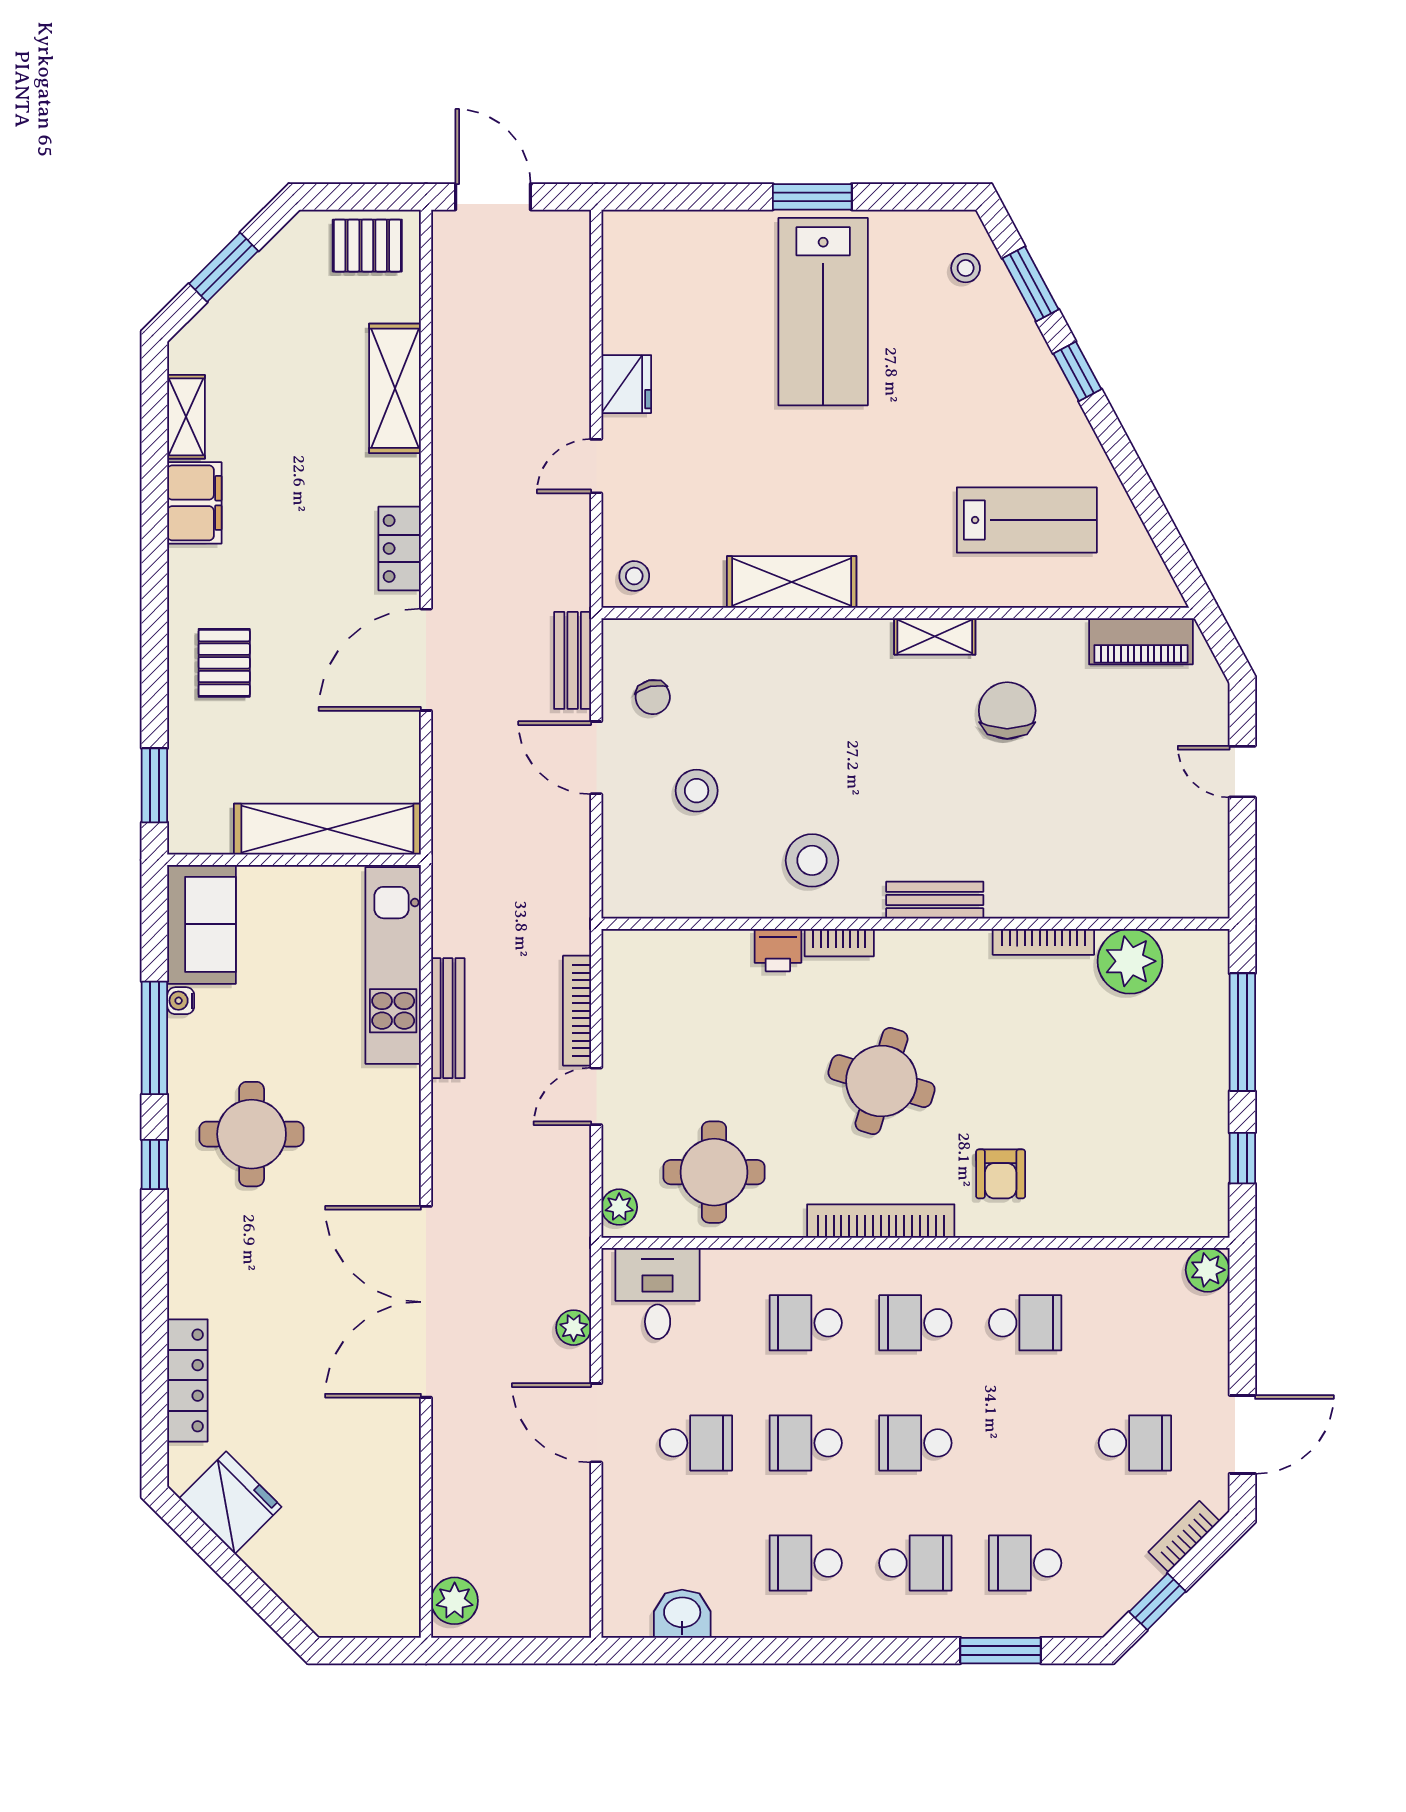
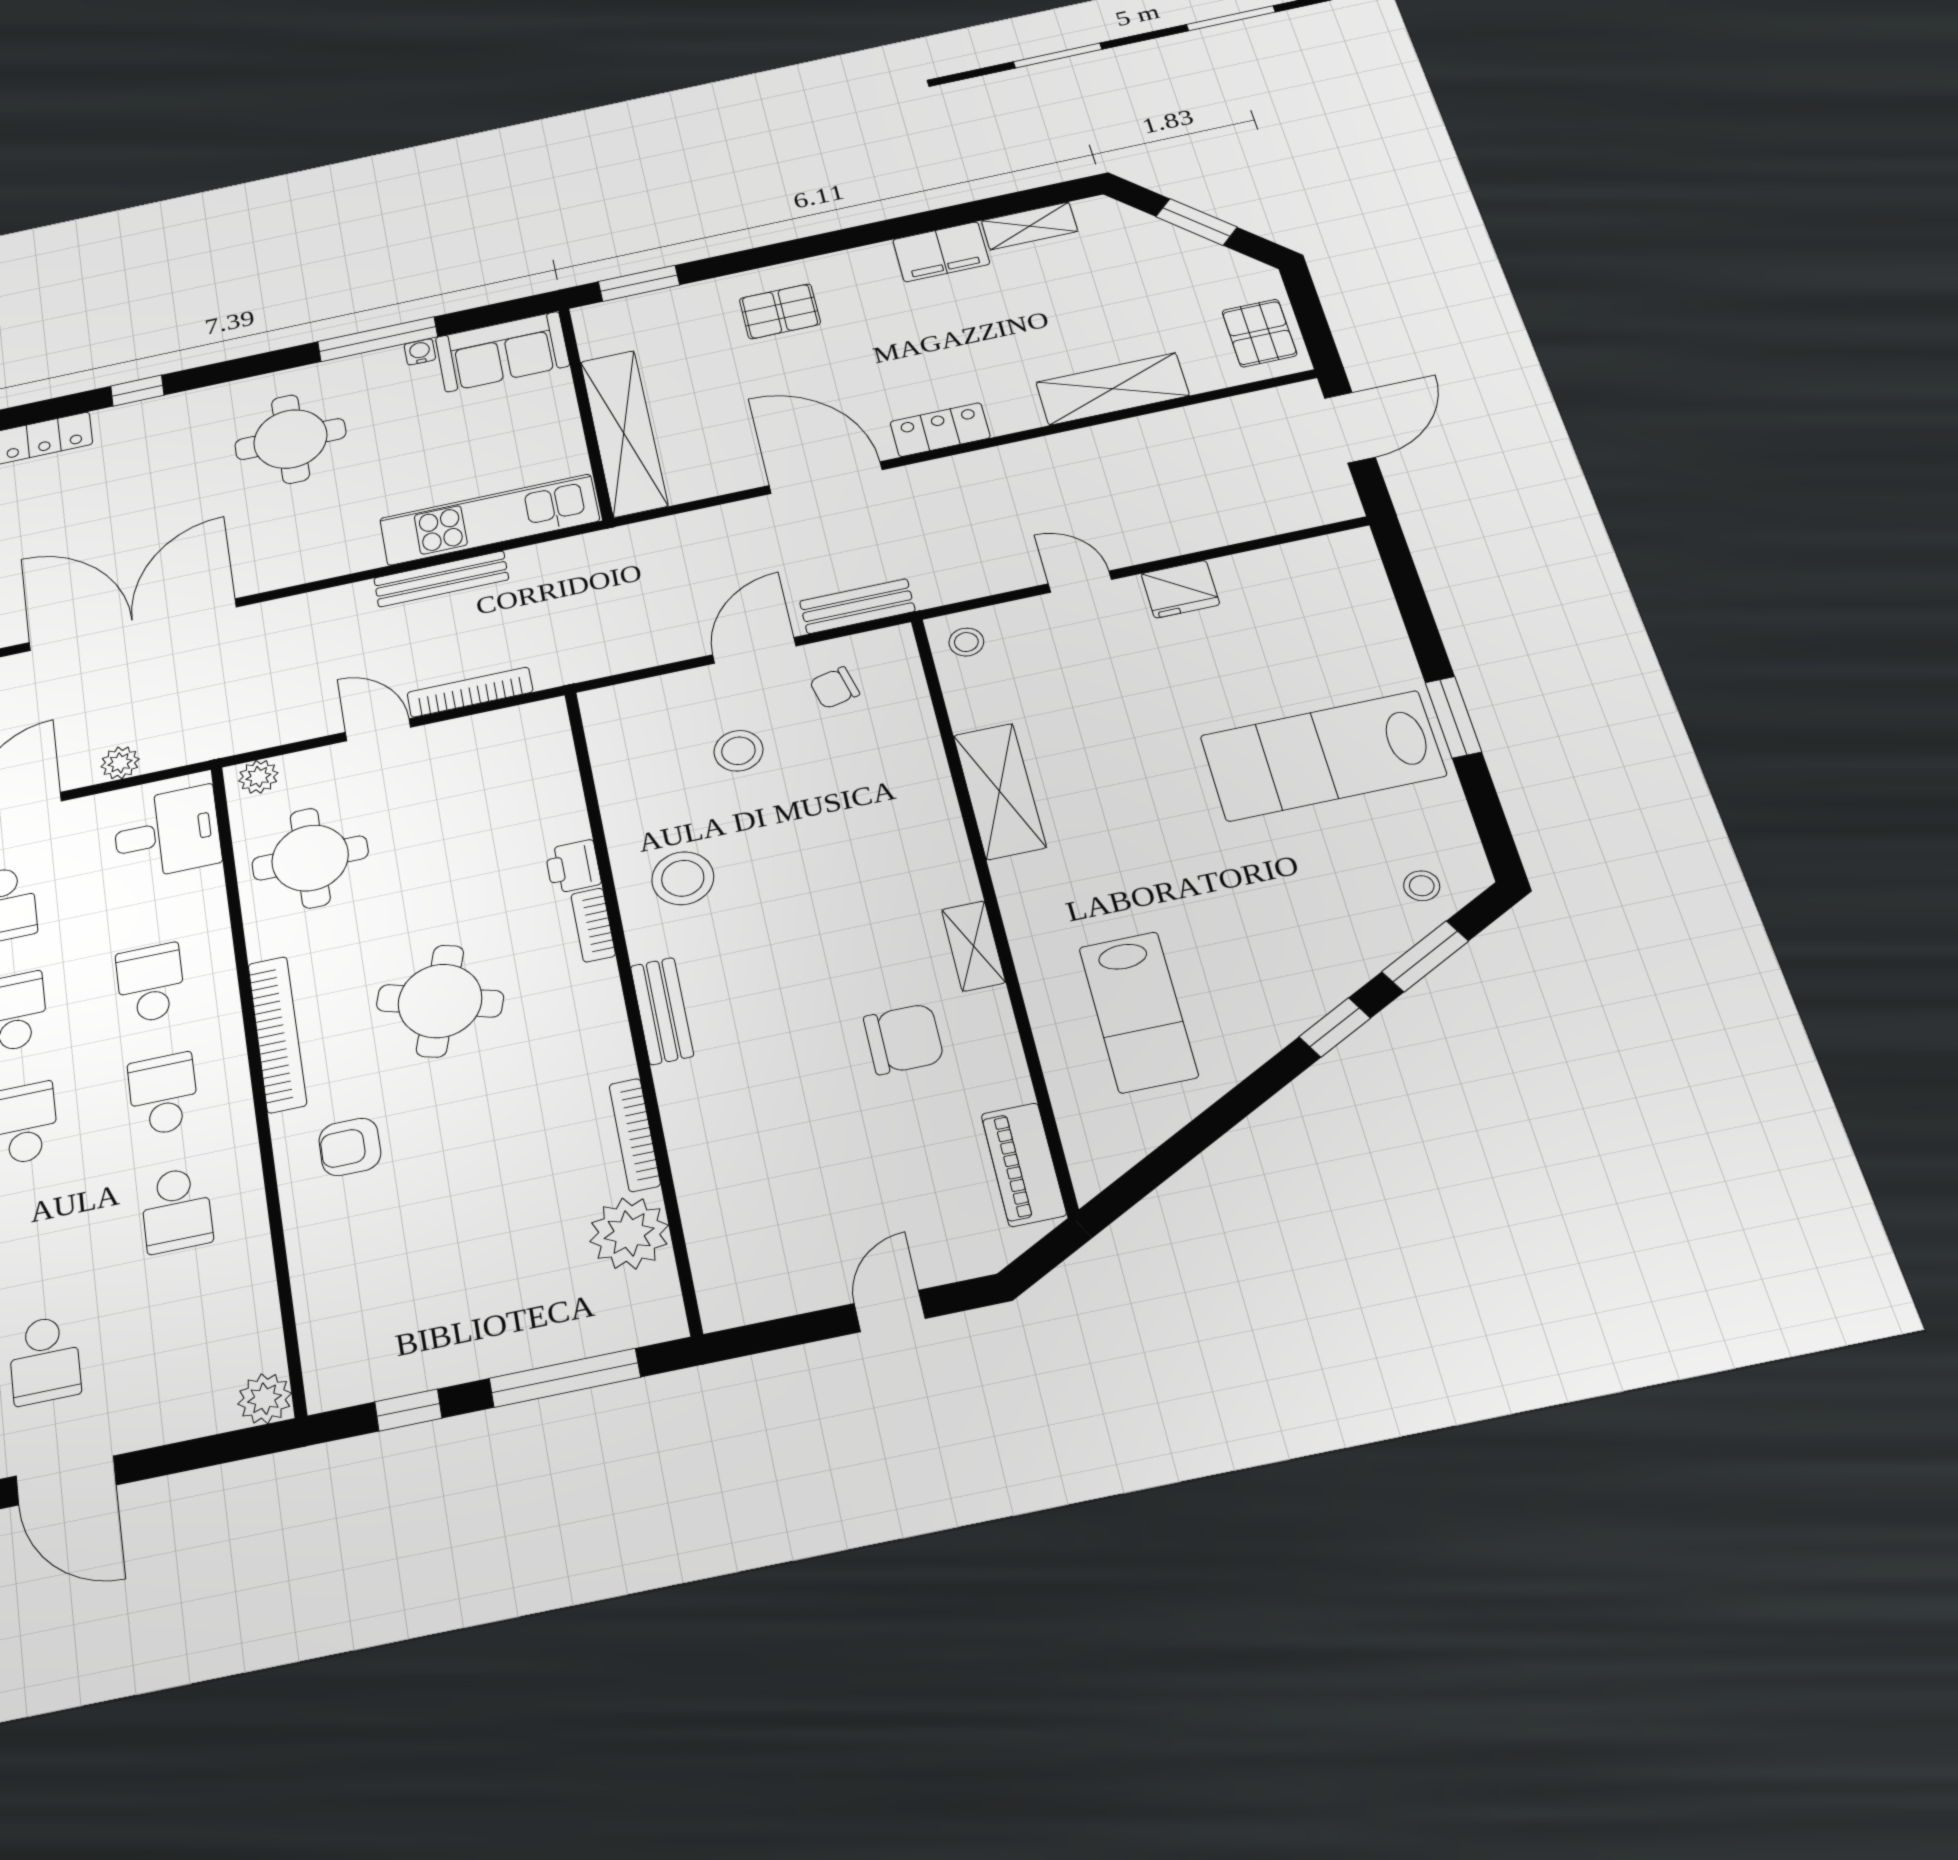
window: (154, 1164) -> (137, 391), moved

